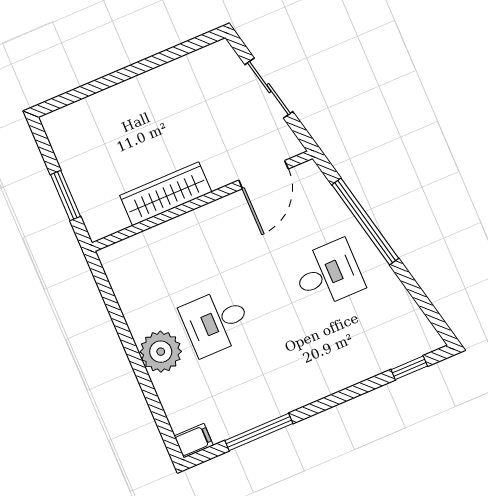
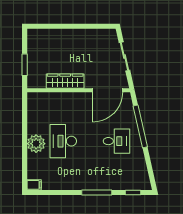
door: (264, 175) -> (108, 90), width x1.36
desk: (216, 322) -> (63, 141), width x1.37
window: (259, 432) -> (97, 193), moved

